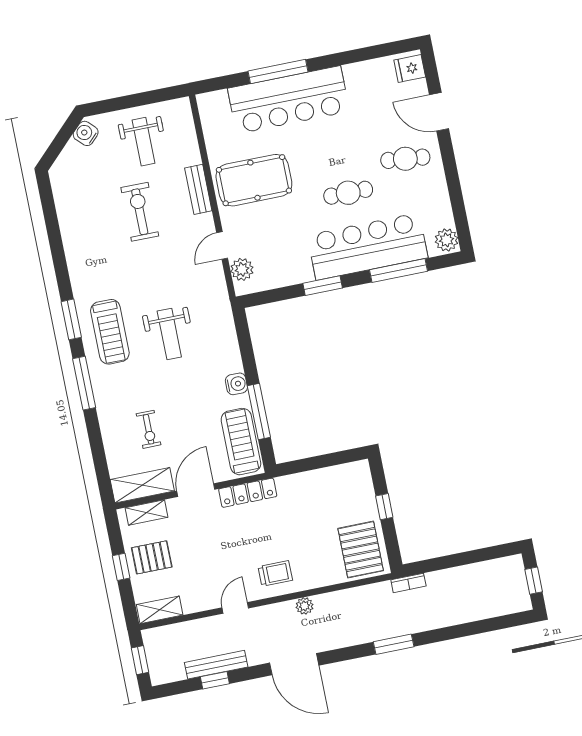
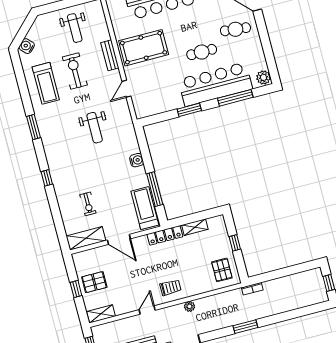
water cooler: (86, 133) -> (27, 46), moved
plant: (242, 269) -> (139, 103), removed
window: (71, 319) -> (33, 127), moved
treadmill: (110, 332) -> (46, 83), moved
weight bench: (169, 334) -> (95, 128), moved
window: (84, 383) -> (47, 178), width x0.46
water cooler: (236, 384) -> (137, 160), moved
door: (196, 490) -> (119, 239), swing flipped
locker: (248, 493) -> (165, 235), moved
shelving: (146, 512) -> (195, 227), moved
pallet: (361, 550) -> (222, 270), width x0.67, depth x0.71

